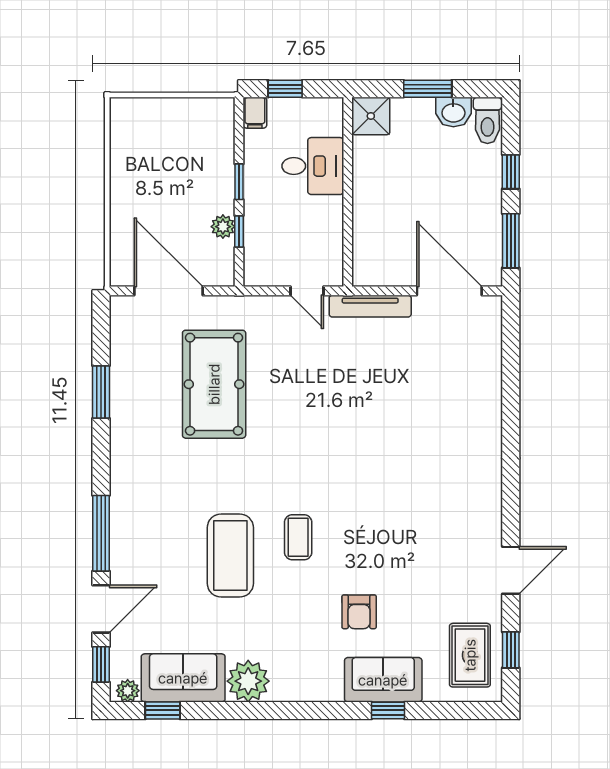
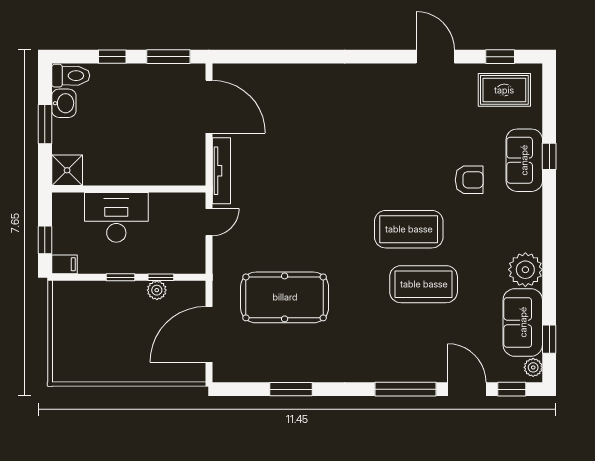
desk: (313, 166) -> (116, 217), width x1.37
door: (449, 291) -> (209, 107), swing flipped
coffee table: (298, 537) -> (409, 229), width x1.86, depth x1.72

